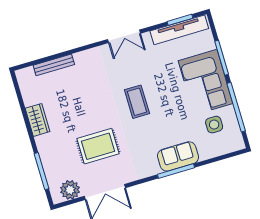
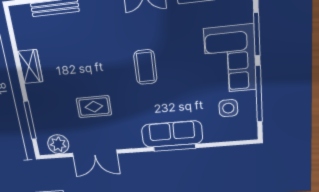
rug: (98, 146) -> (94, 107), width x0.73, depth x0.70
sofa: (178, 156) -> (172, 134), width x1.36

